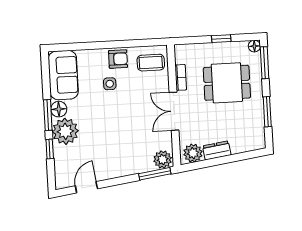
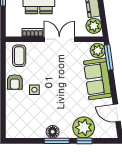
armchair: (118, 59) -> (15, 82), turned 180
sofa: (63, 75) -> (98, 79), moved, turned -98
double door: (174, 111) -> (59, 39), swing flipped
plant: (65, 131) -> (84, 127), moved

